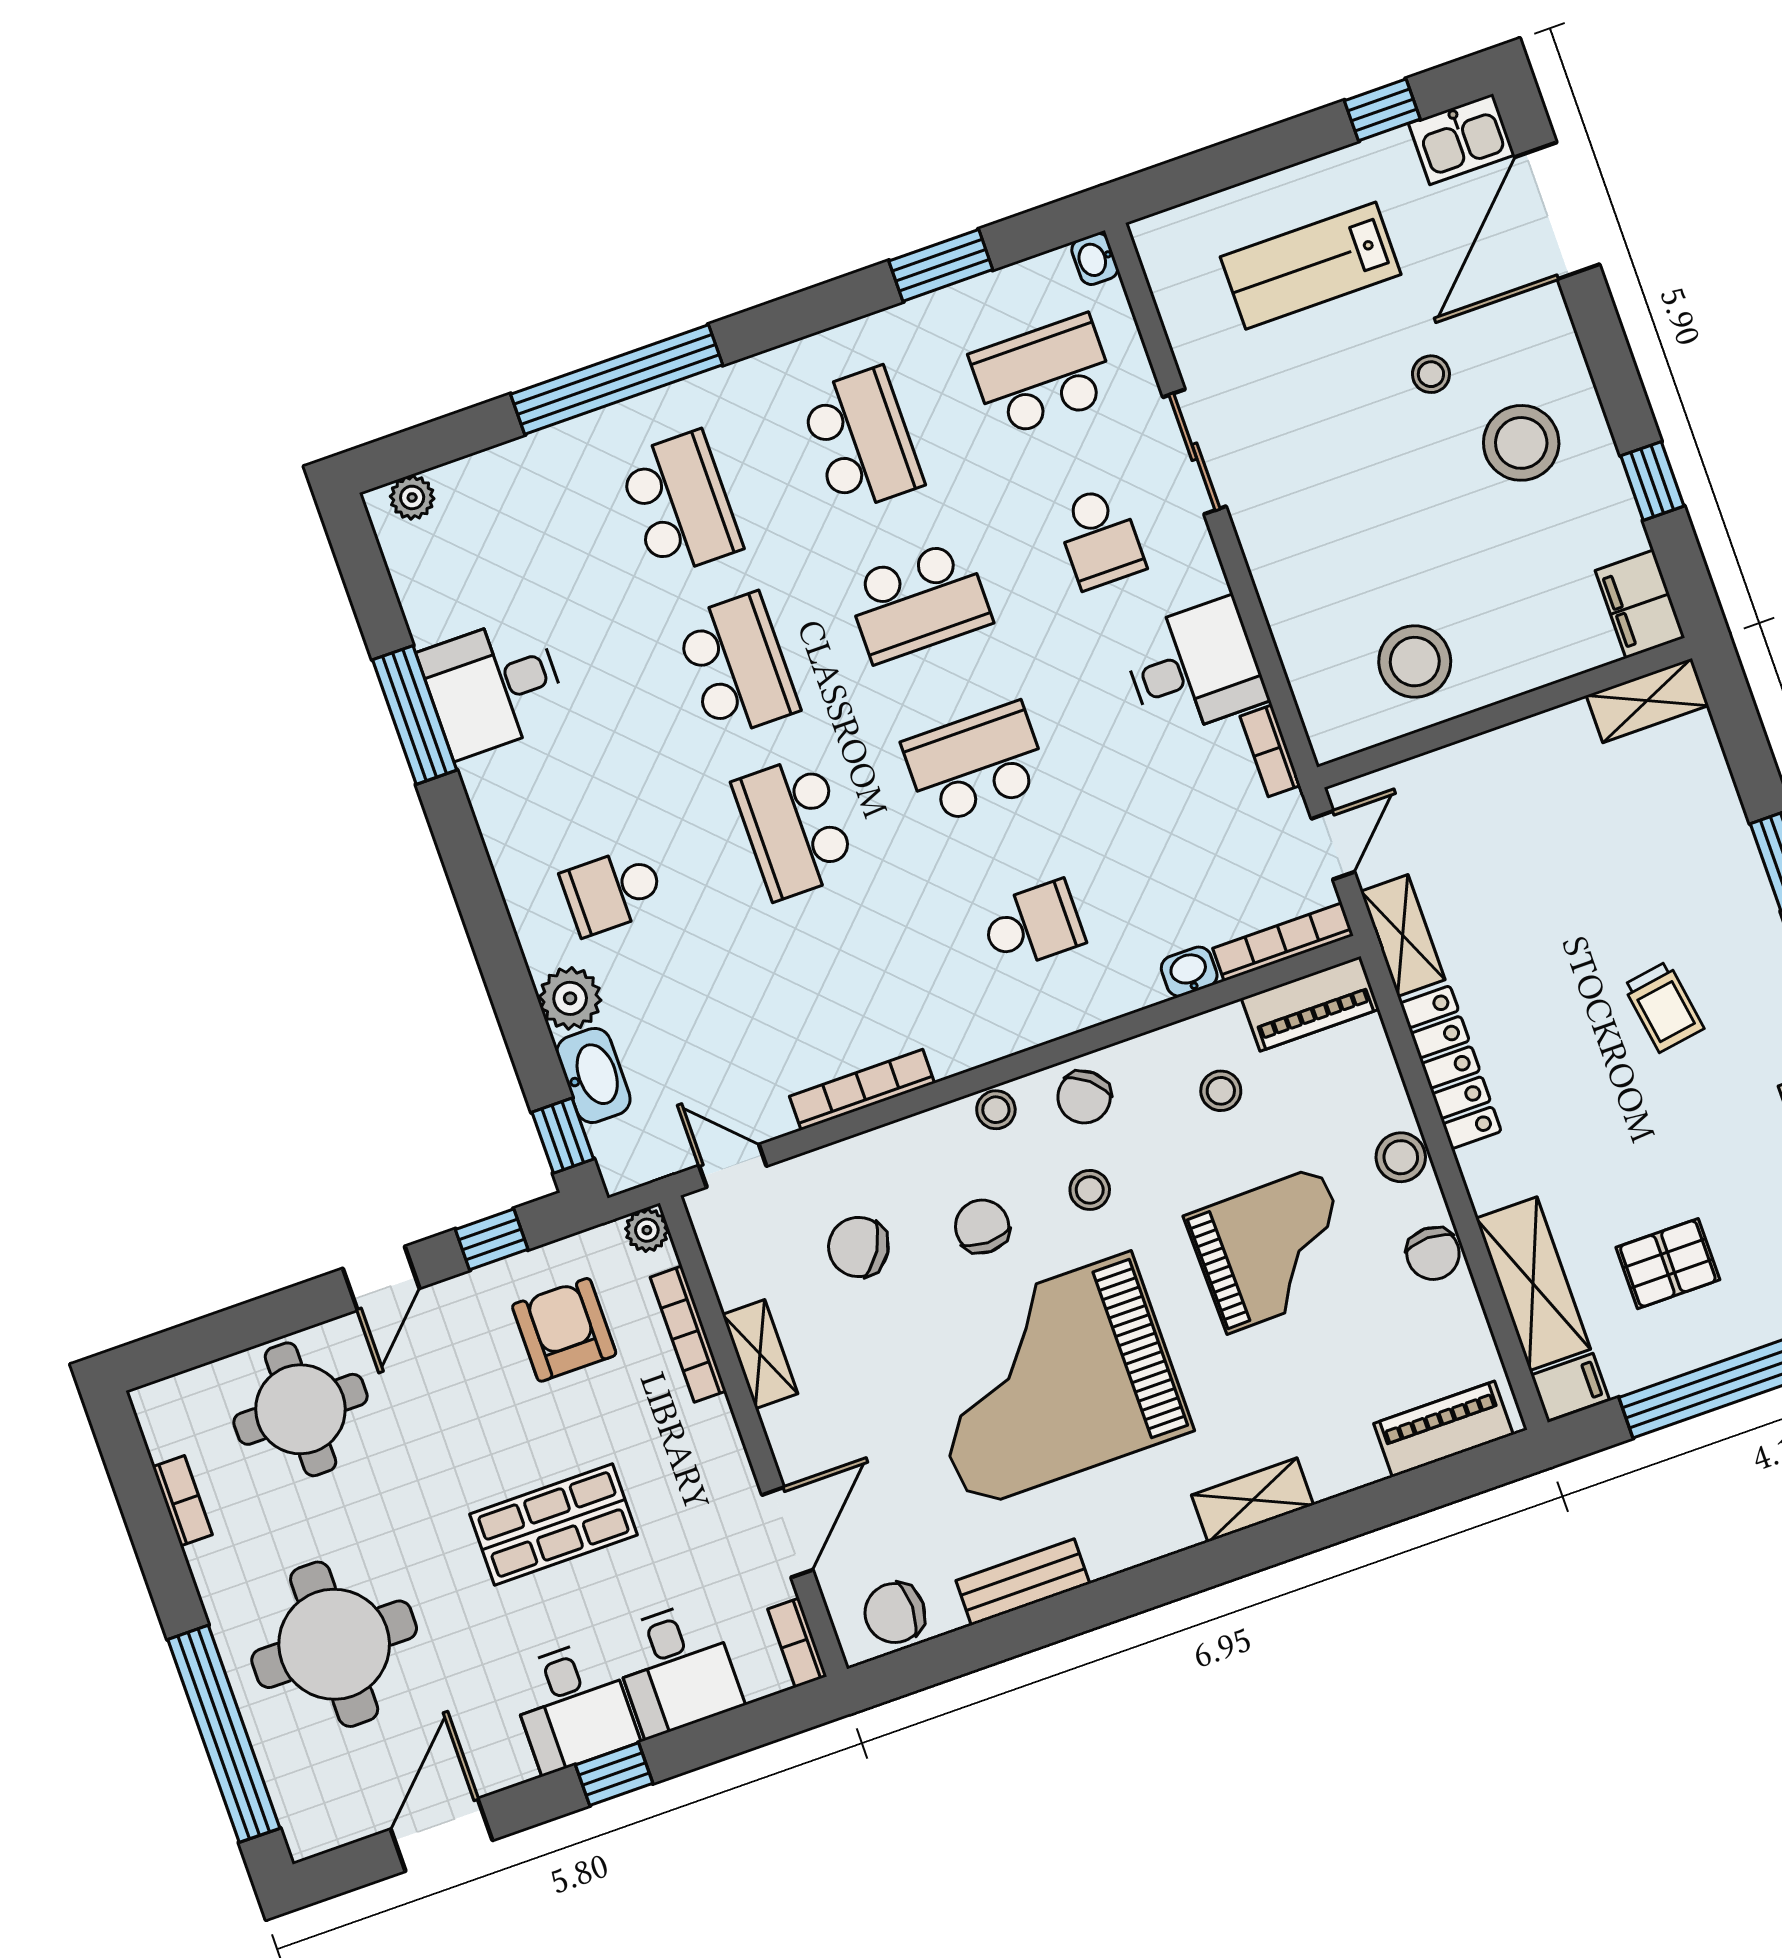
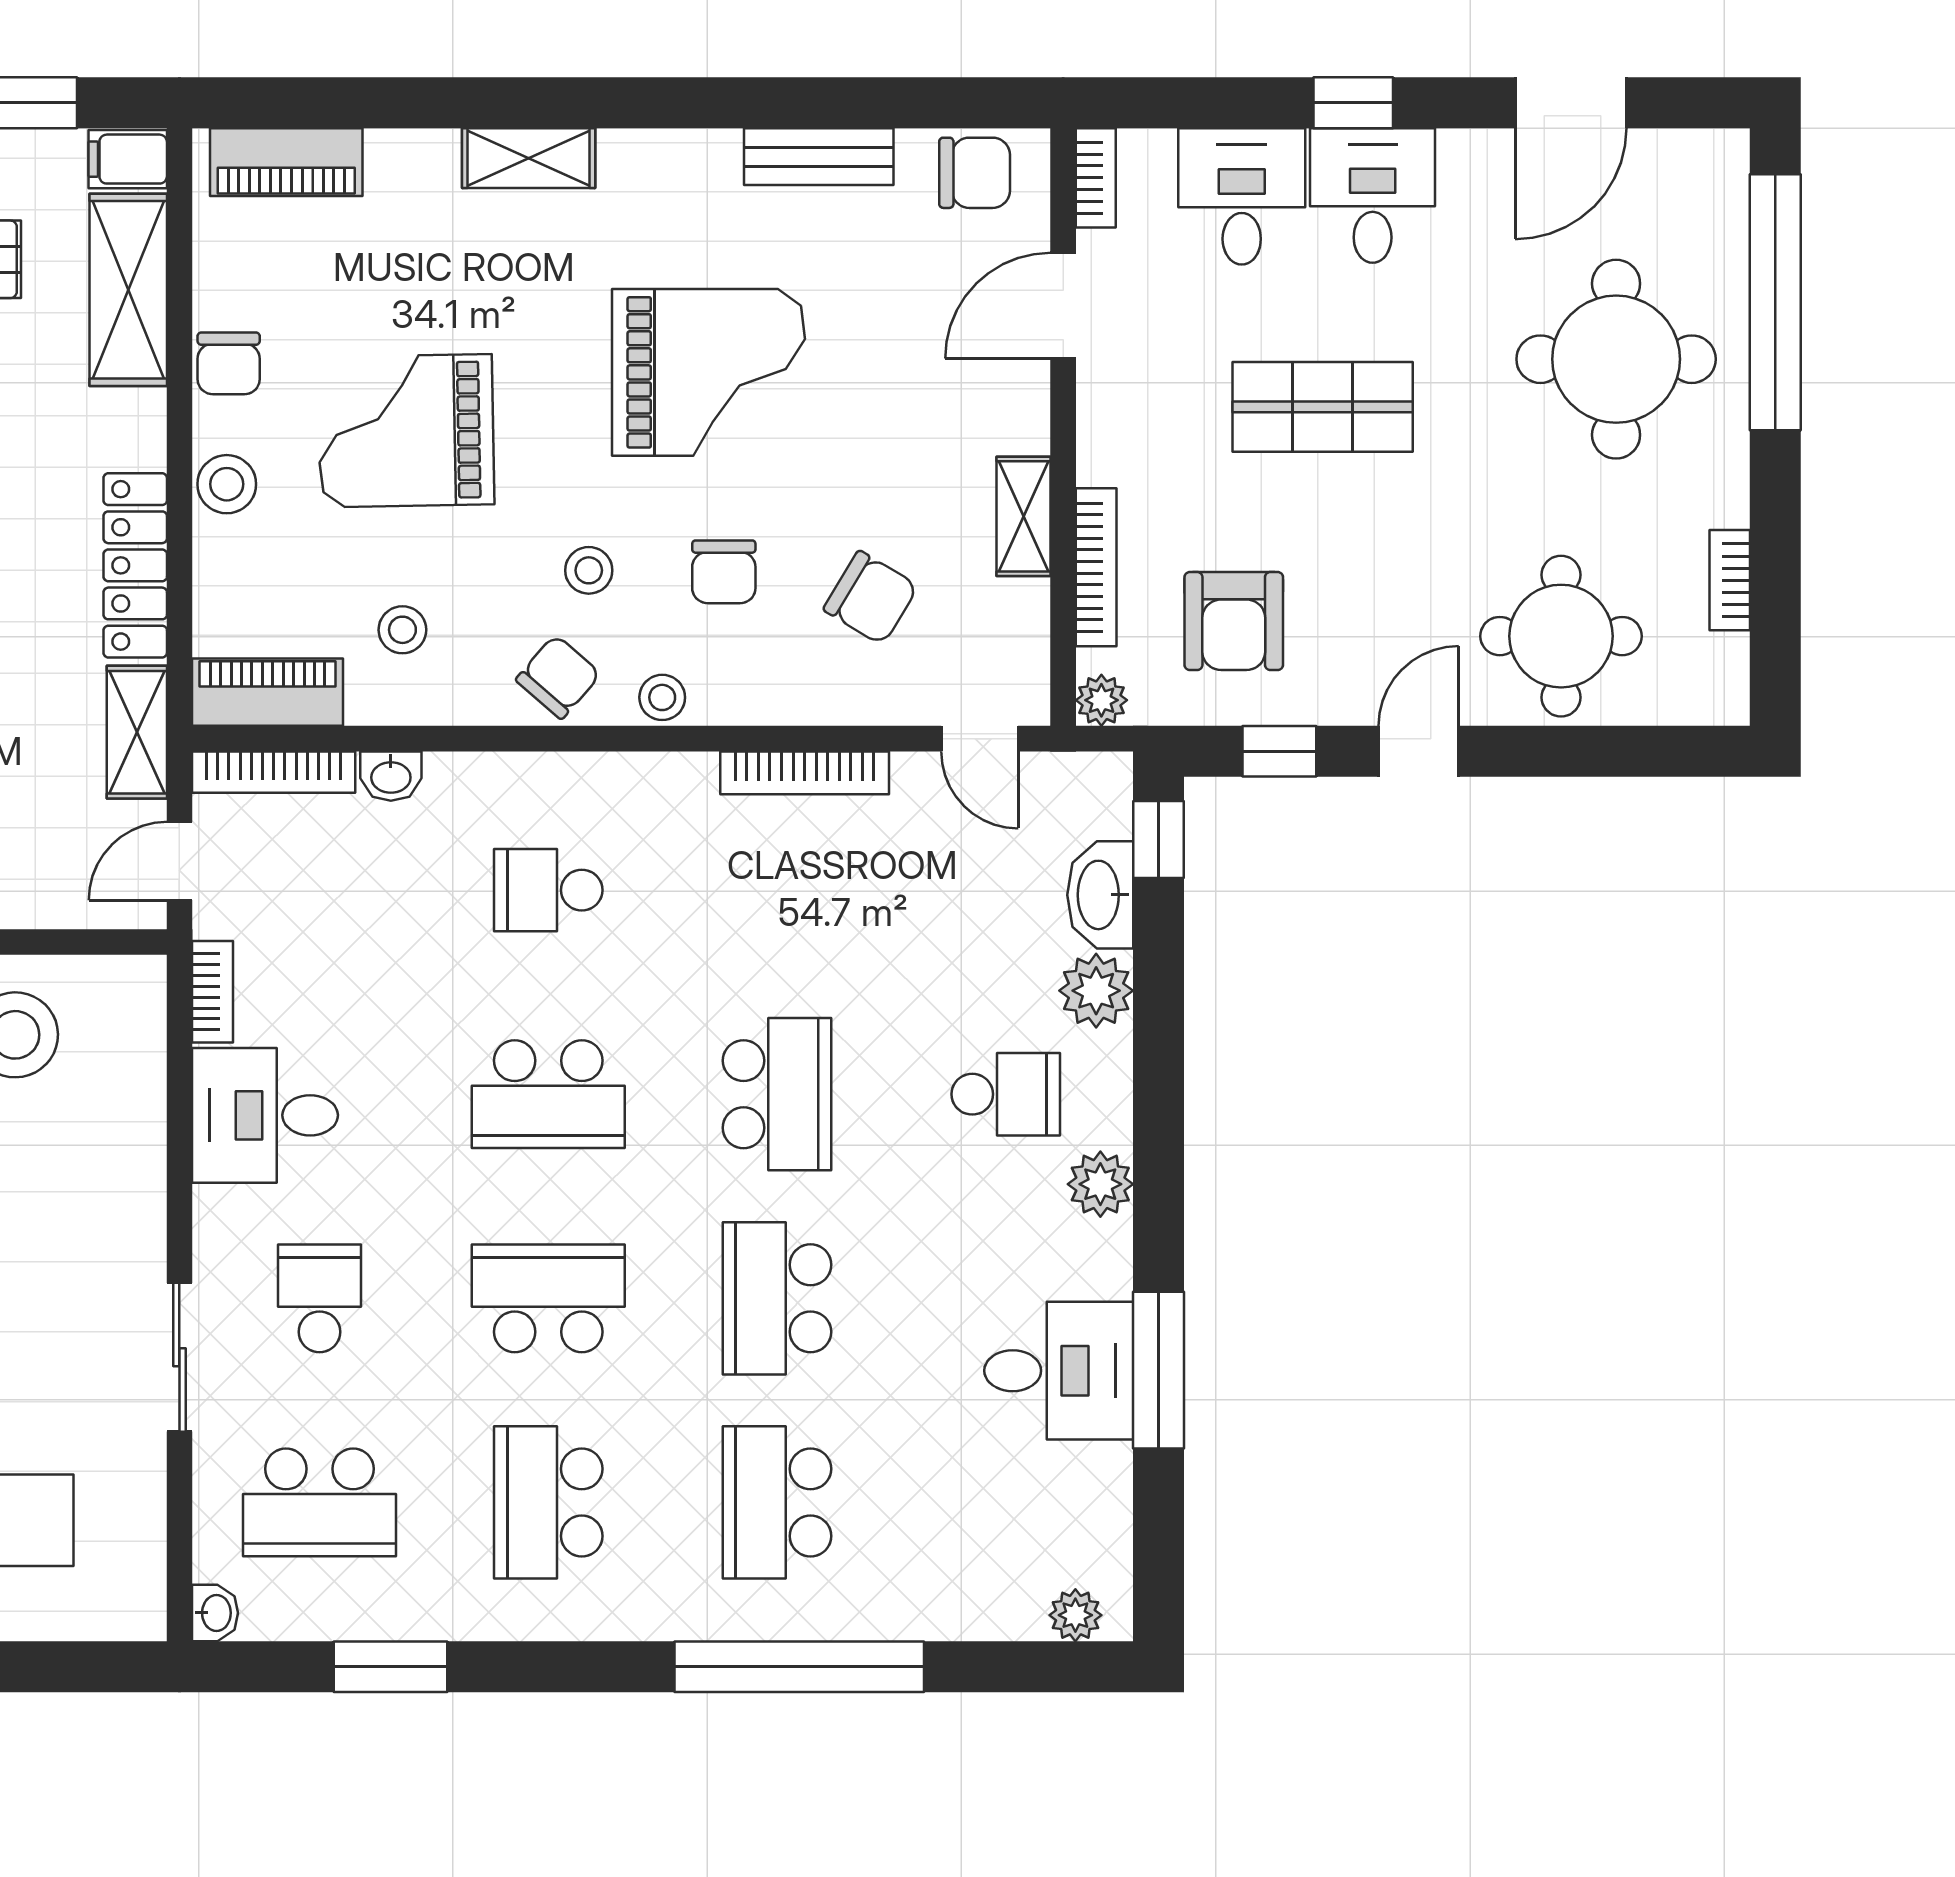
plant: (513, 846) -> (1100, 1184), added
chair: (1433, 1254) -> (229, 363), turned 180
grand piano: (1050, 1380) -> (708, 372), width x0.73, depth x0.68

